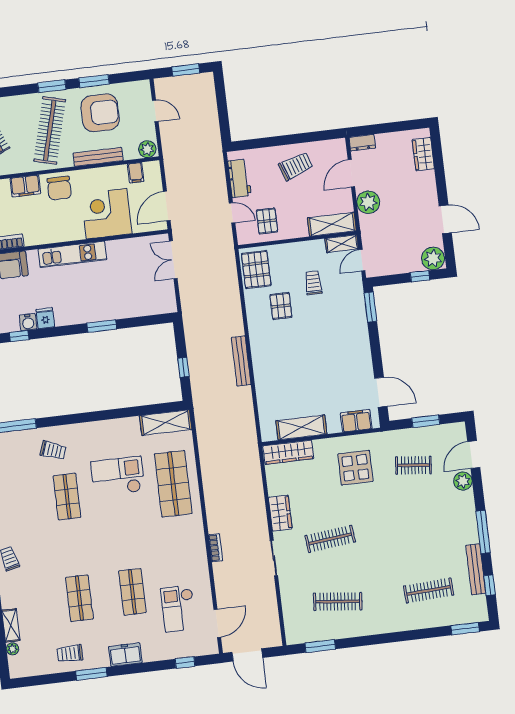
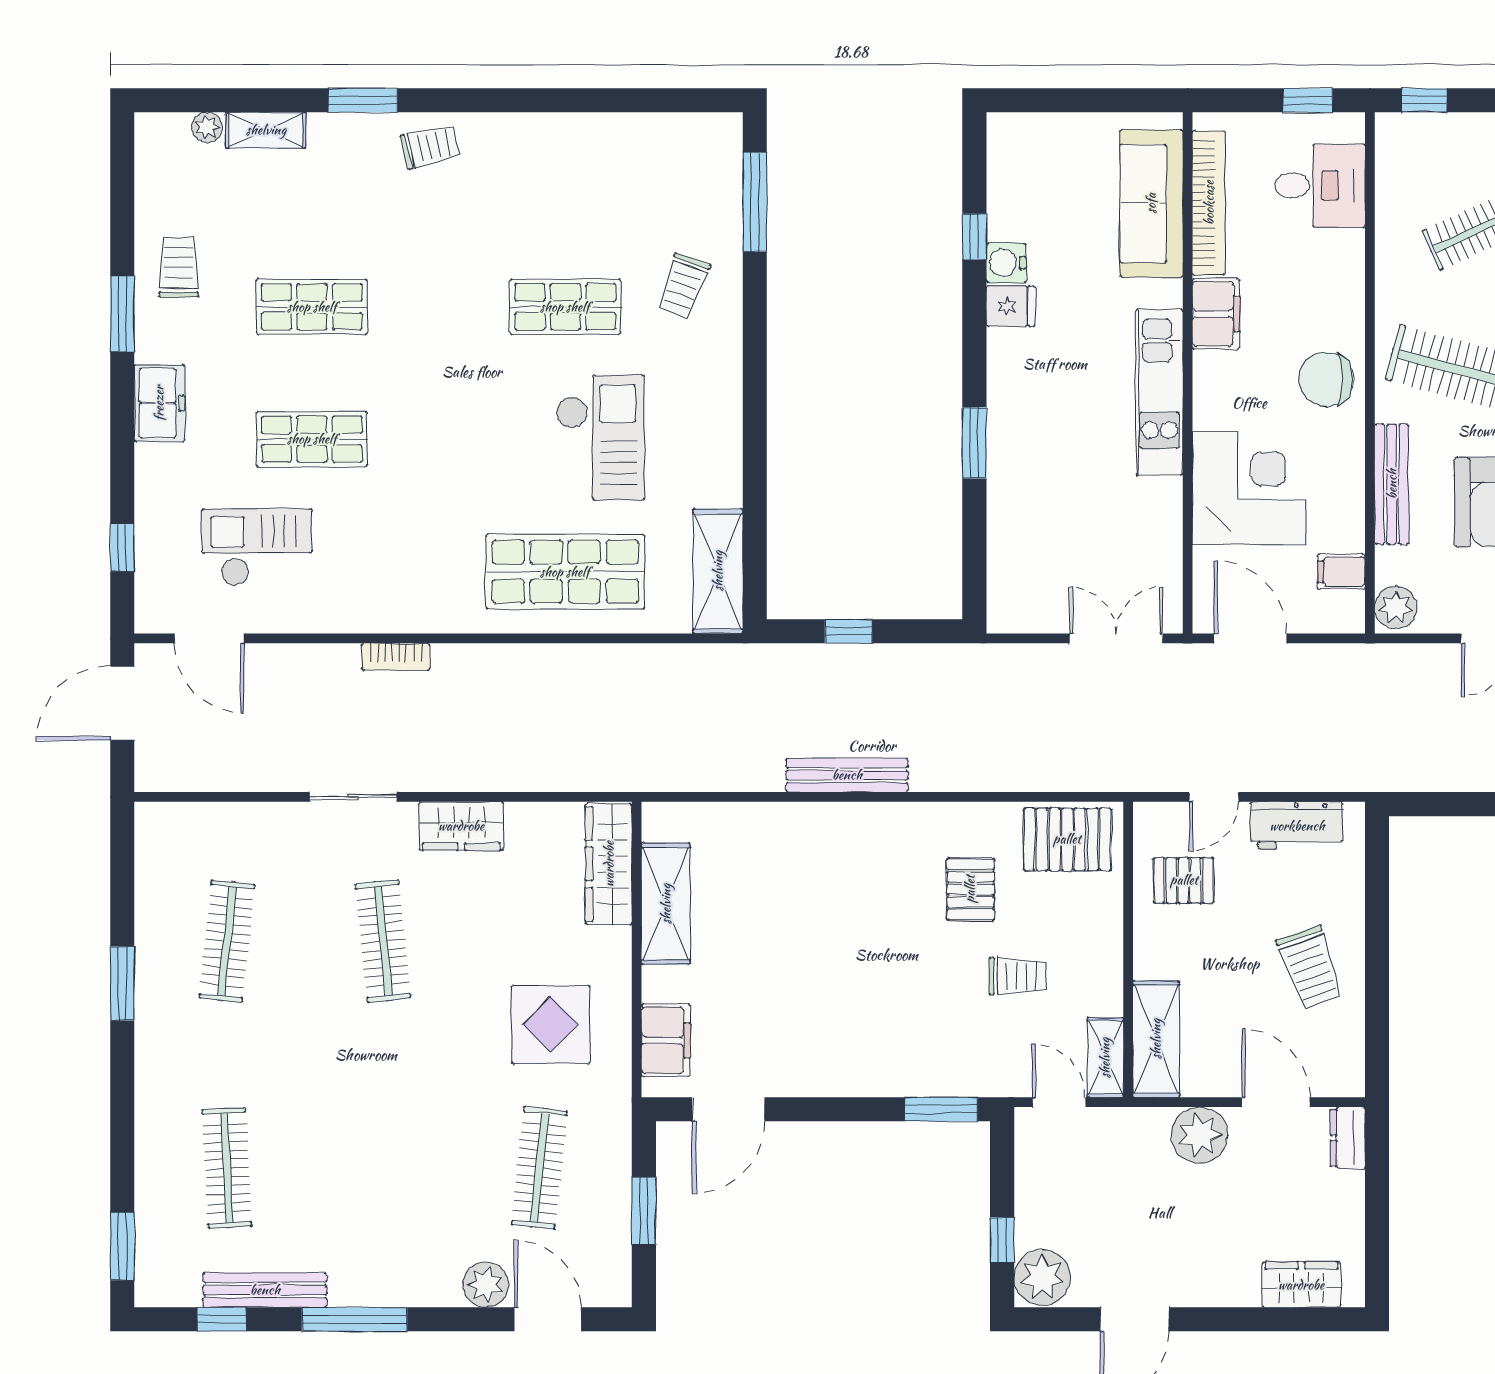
filing cabinet: (25, 186) -> (1216, 314), moved, turned 180
pallet: (281, 306) -> (970, 889), turned 90
clothes rail: (413, 465) -> (539, 1168), width x1.36
window: (320, 646) -> (122, 984), moved

